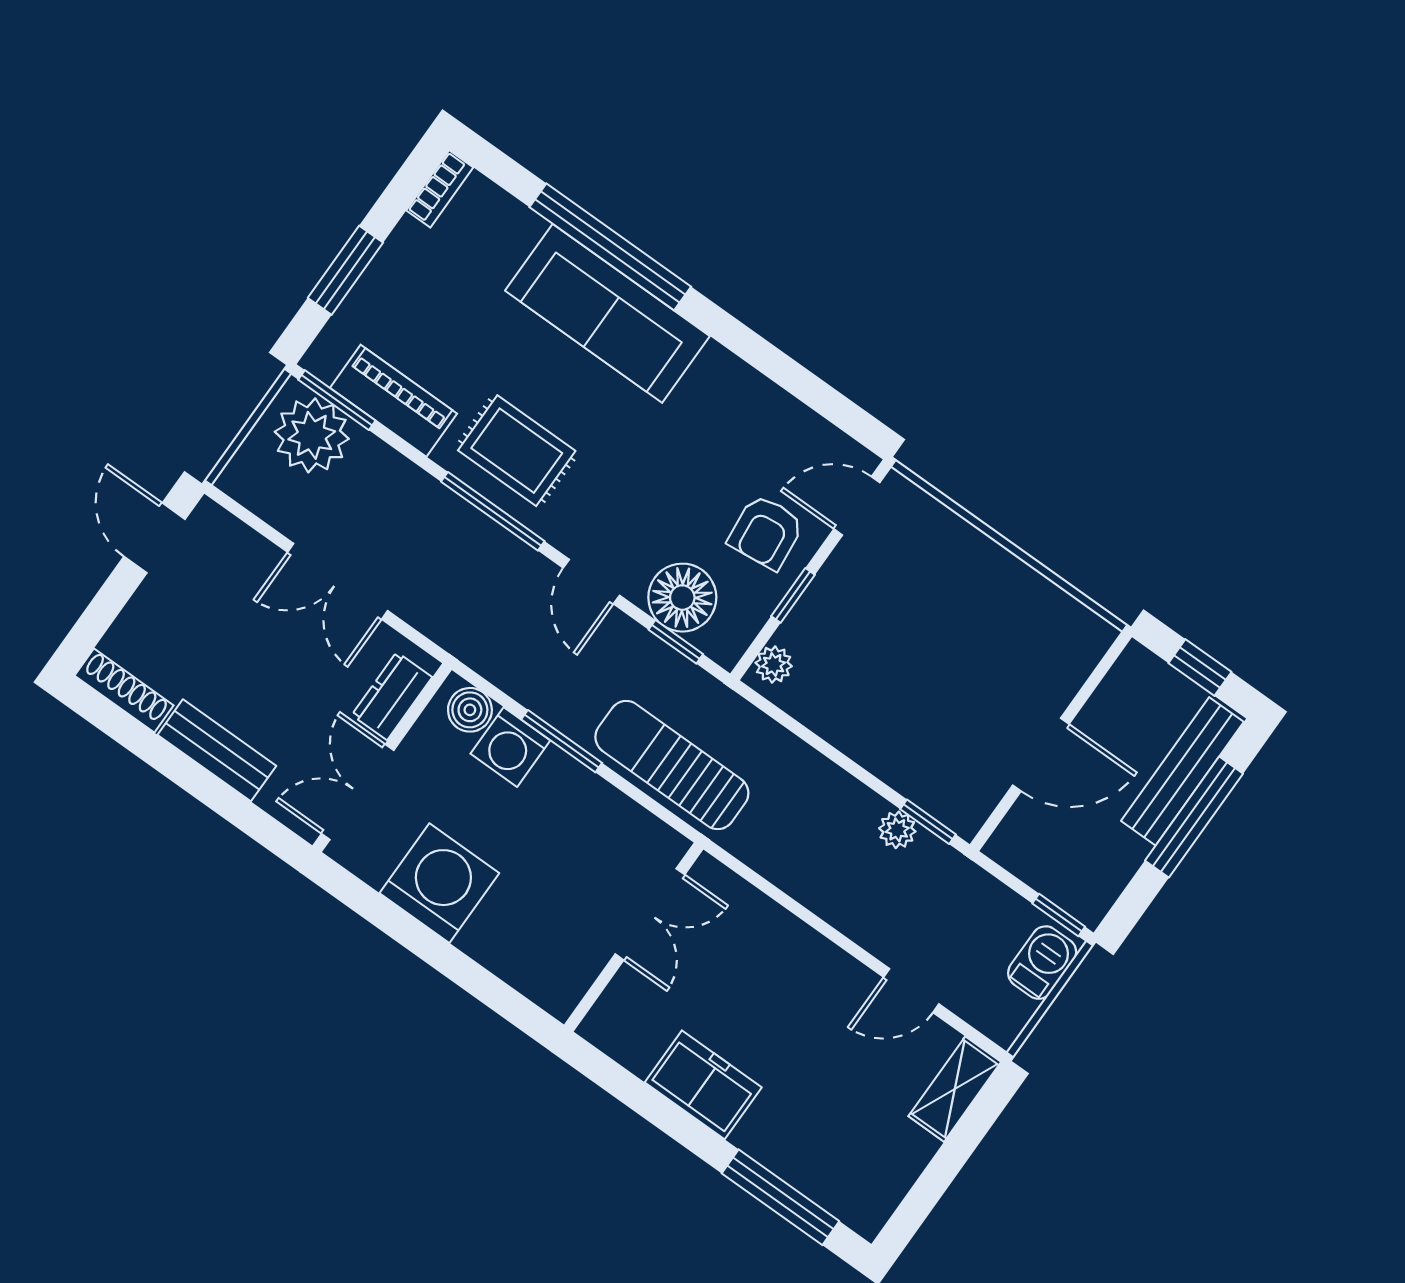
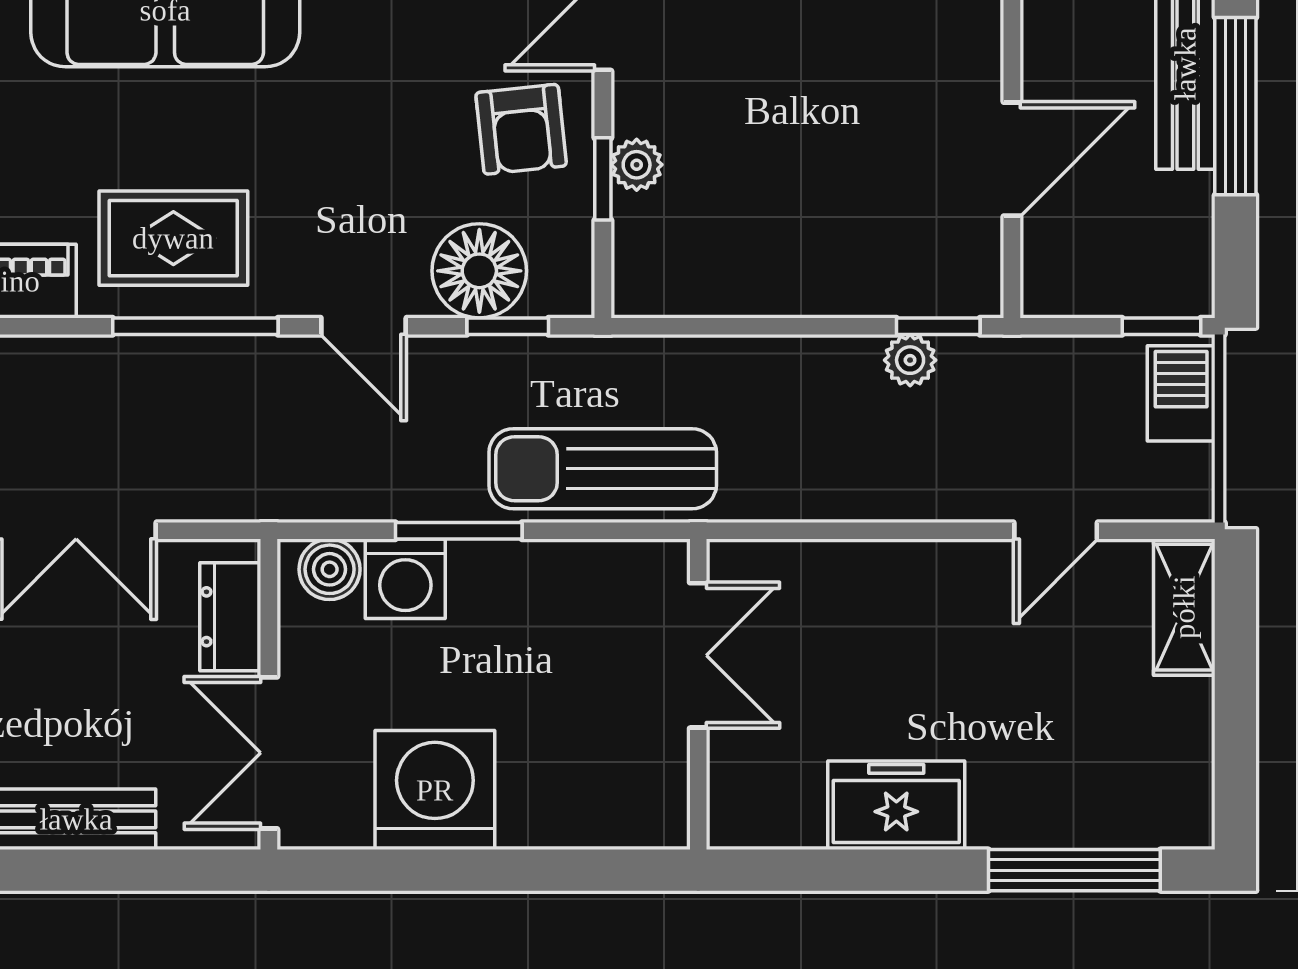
plant: (774, 665) -> (637, 165), moved

